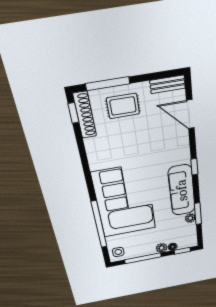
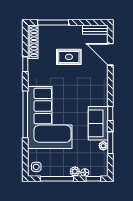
rug: (123, 106) -> (69, 57), moved
window: (73, 113) -> (25, 64), moved
window: (194, 167) -> (110, 113), moved
sofa: (182, 190) -> (98, 123), width x0.73
window: (99, 225) -> (25, 114), moved

